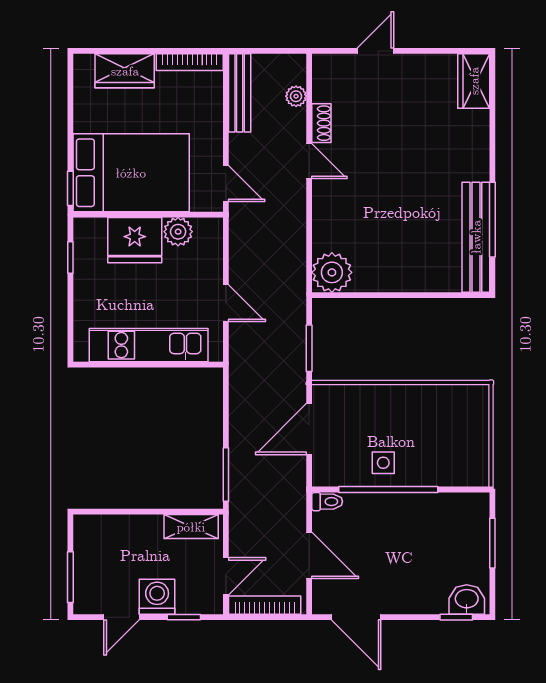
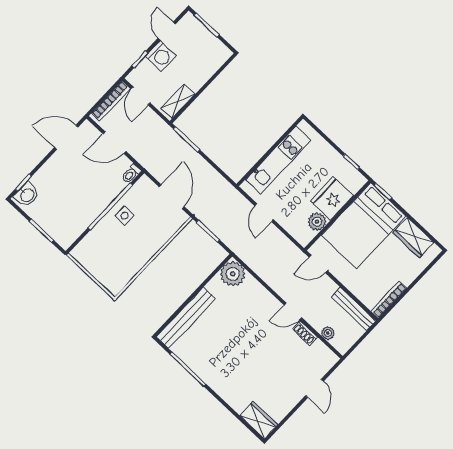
wardrobe: (125, 71) -> (413, 238), moved, turned -90
bench: (476, 237) -> (186, 318), moved, turned 90
door: (226, 303) -> (264, 213), hinge flipped

